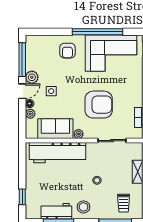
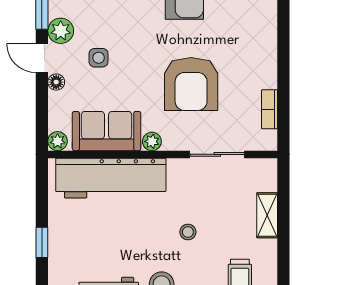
door: (22, 91) -> (42, 58), swing flipped
armchair: (99, 105) -> (191, 84), turned 90
plant: (30, 114) -> (58, 141), moved
window: (22, 197) -> (42, 242), moved

